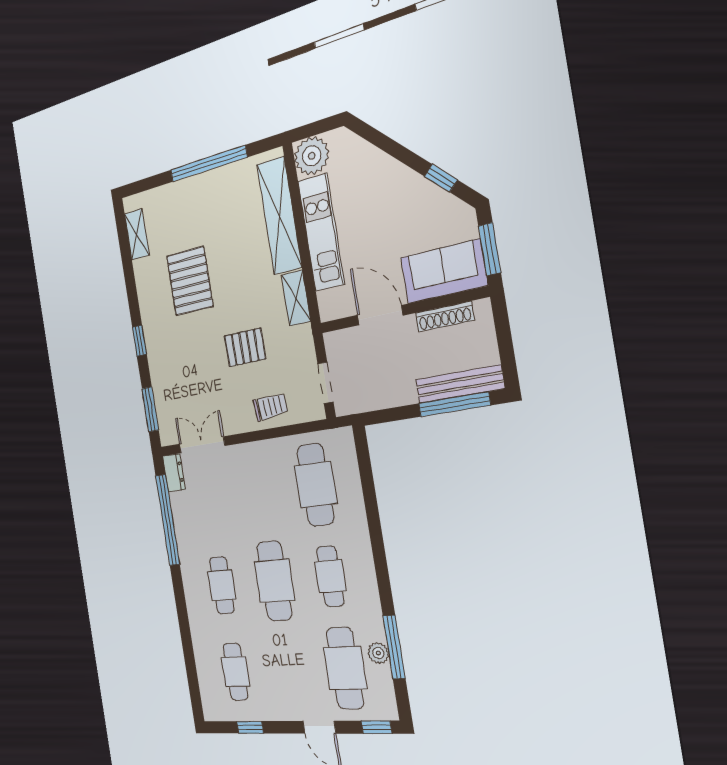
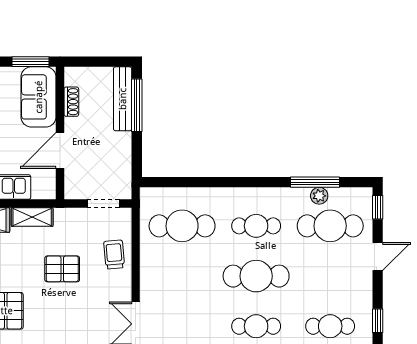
shoe rack: (445, 317) -> (71, 102), width x0.70
pallet: (245, 347) -> (62, 269), turned 90

